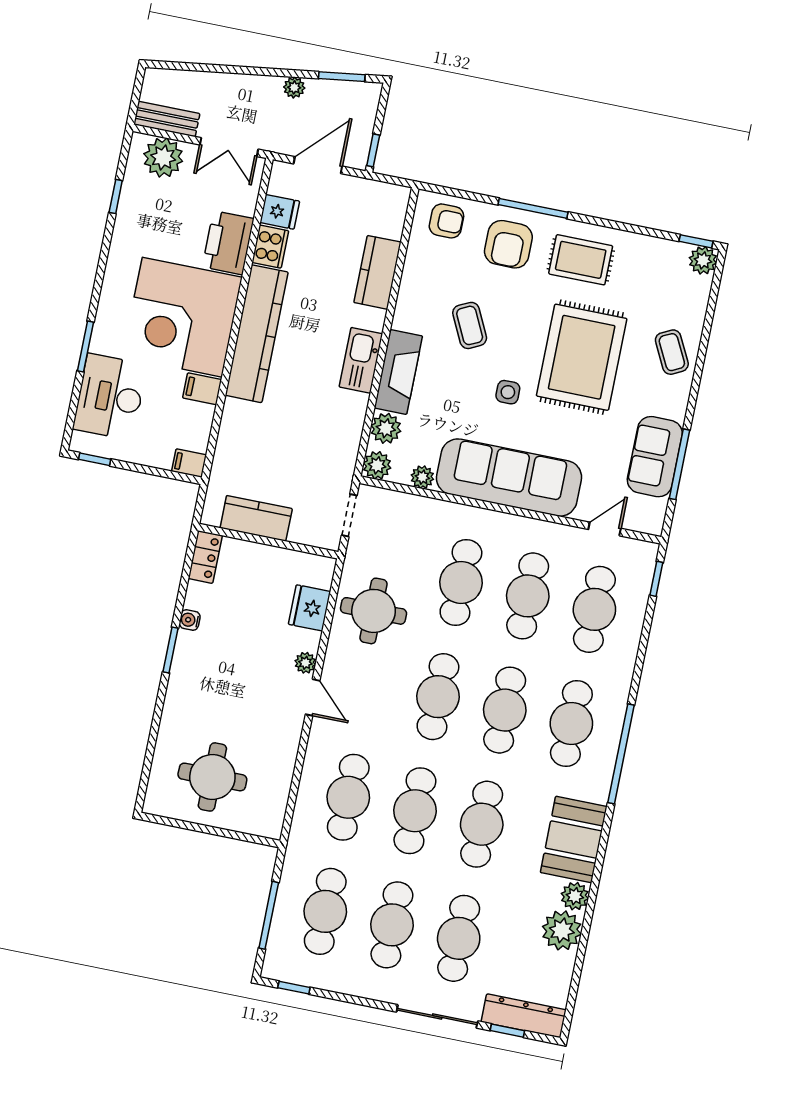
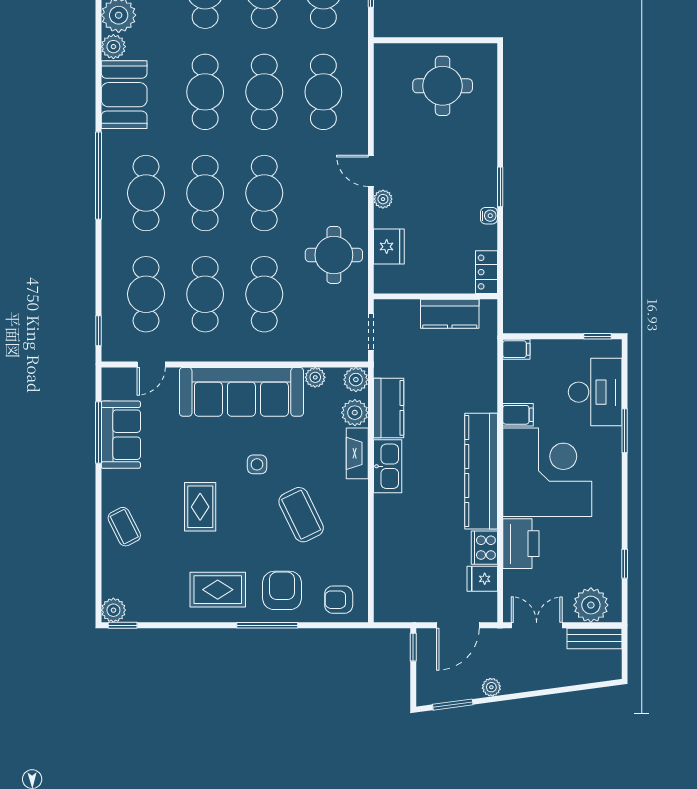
kitchen counter: (377, 272) -> (389, 408), moved
coffee table: (470, 325) -> (301, 515), width x1.36, depth x1.30
rug: (582, 357) -> (200, 507), width x0.54, depth x0.49
fireplace: (398, 372) -> (357, 453), width x0.73, depth x0.76

